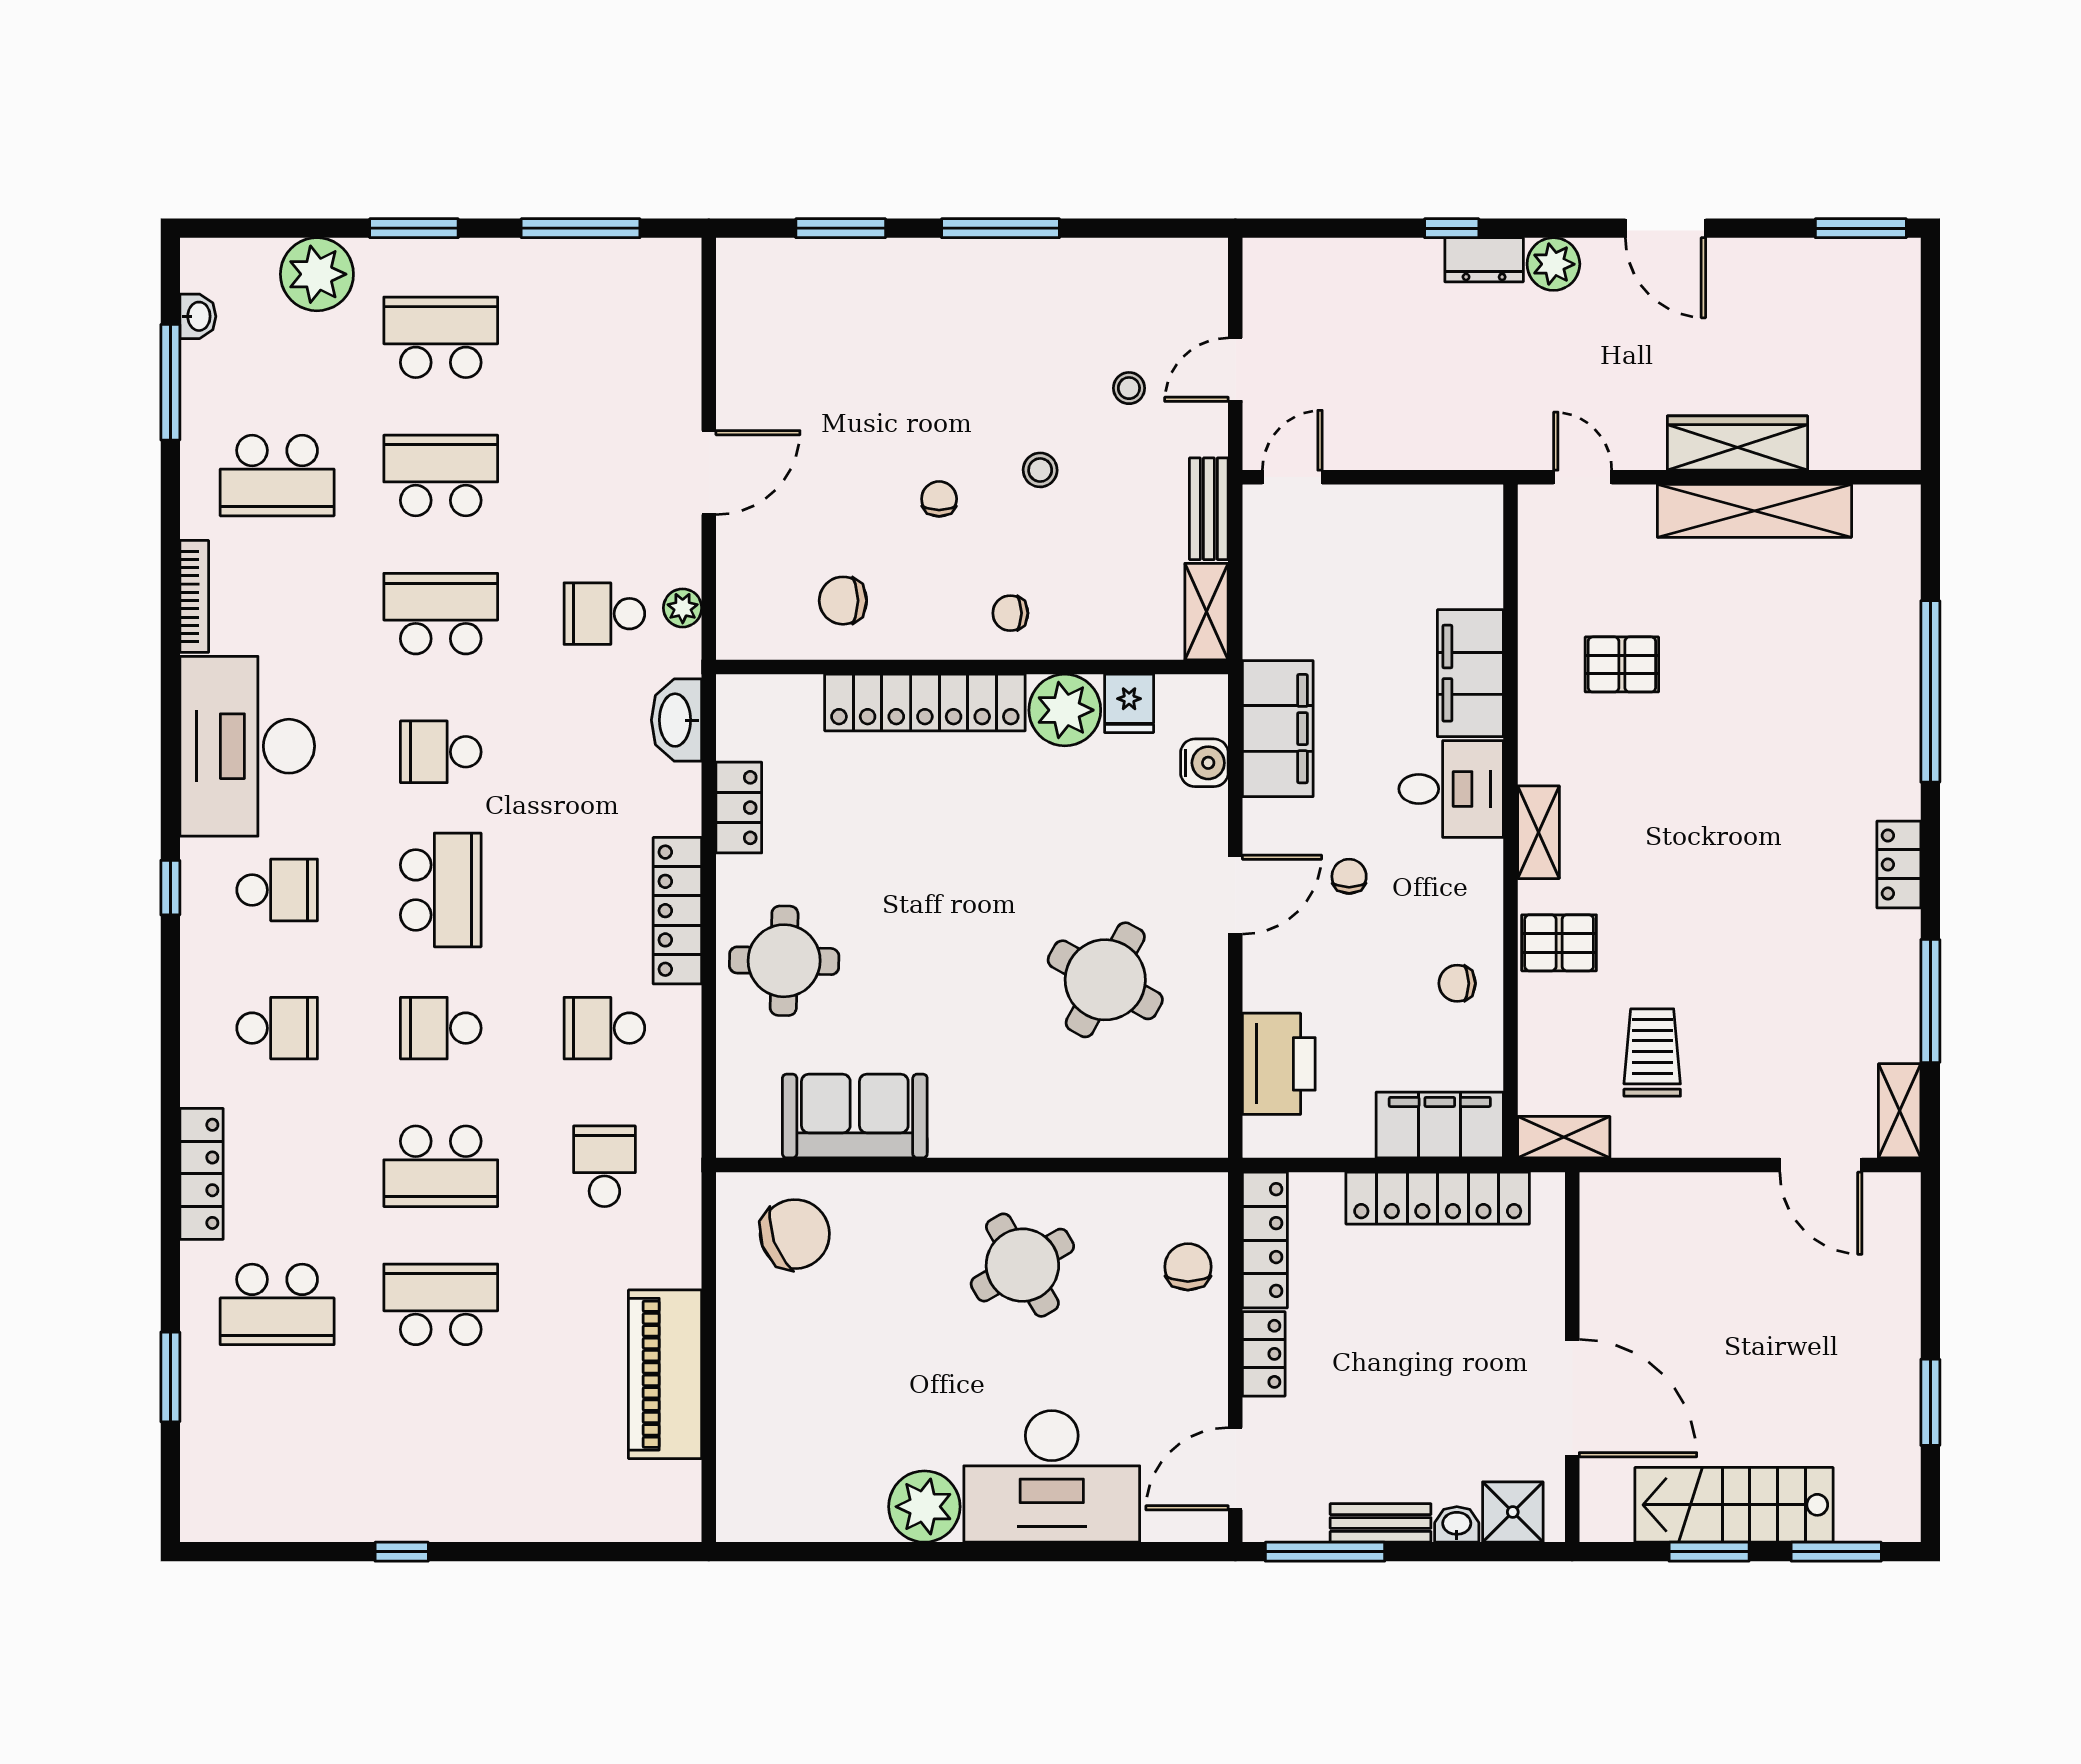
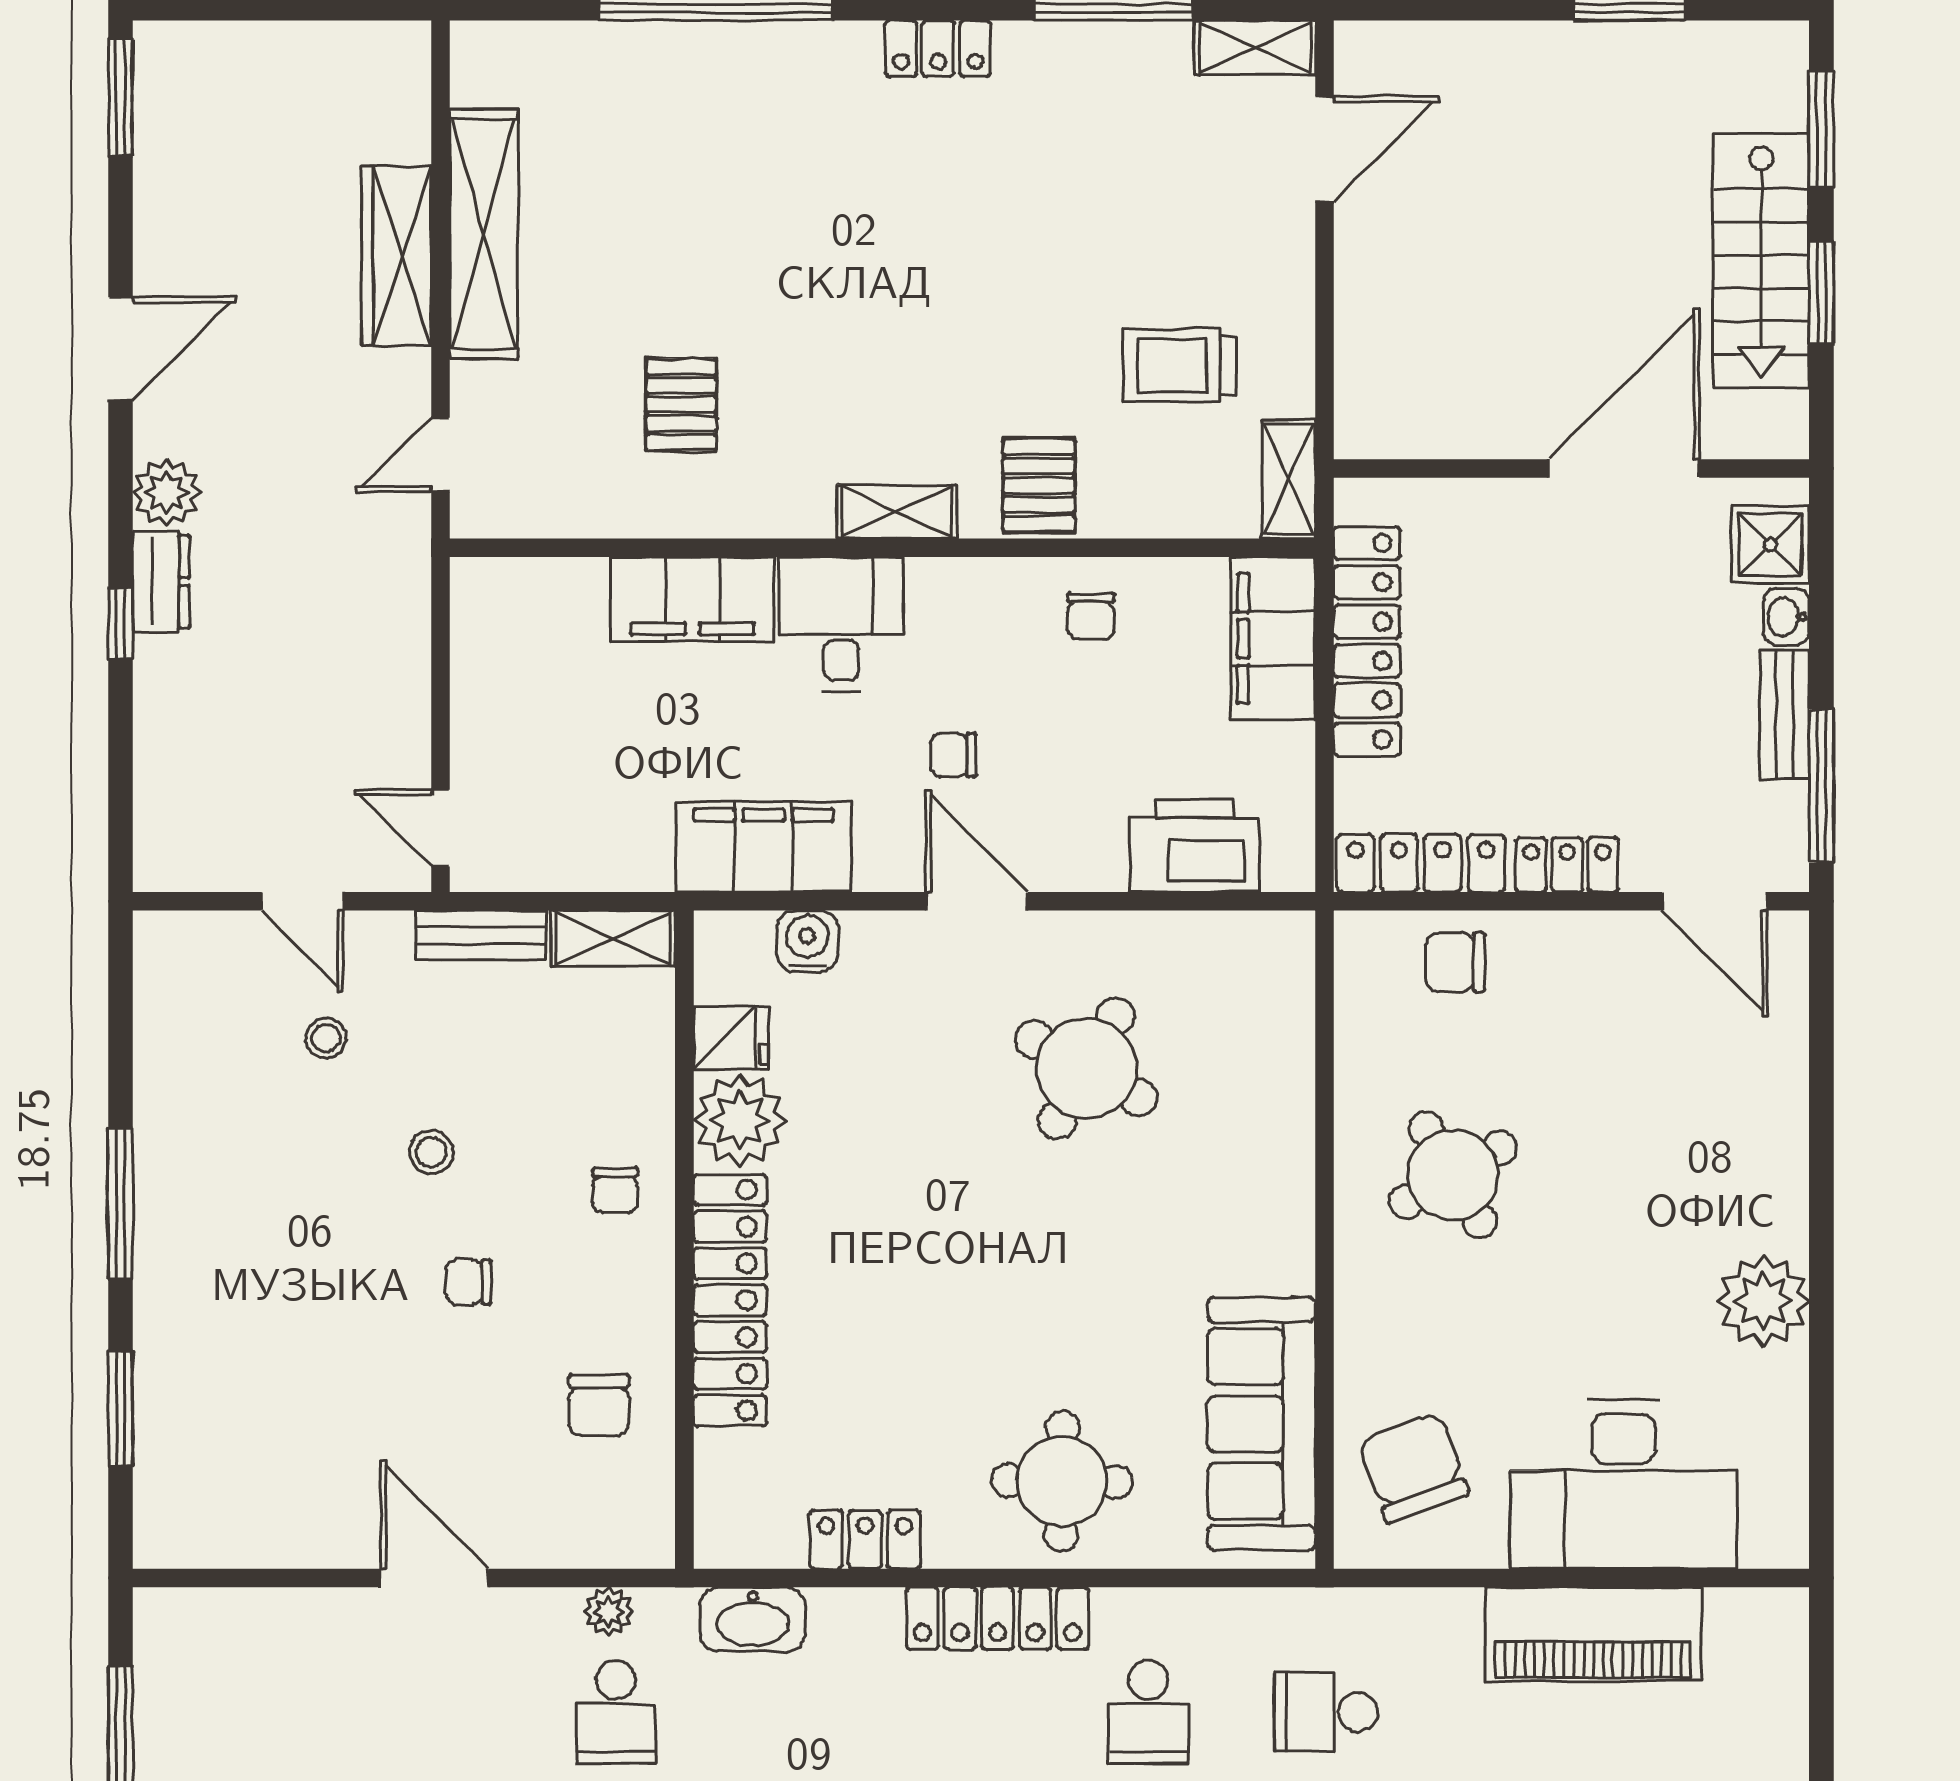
sofa: (855, 1116) -> (1261, 1424), width x1.36
desk: (1052, 1476) -> (1623, 1484), moved, turned 90

